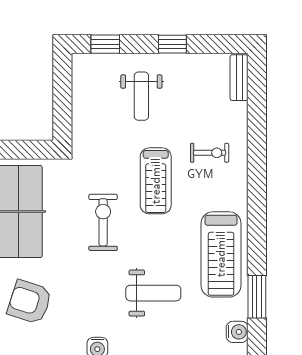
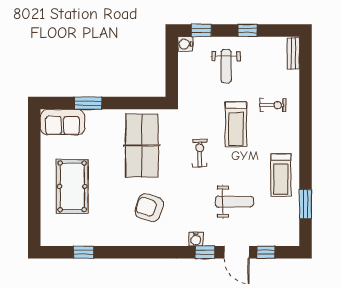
exercise bike: (103, 222) -> (200, 153), width x0.73, depth x0.72
treadmill: (221, 254) -> (281, 175), width x0.73, depth x0.73
water cooler: (237, 332) -> (185, 44), moved, turned 180

